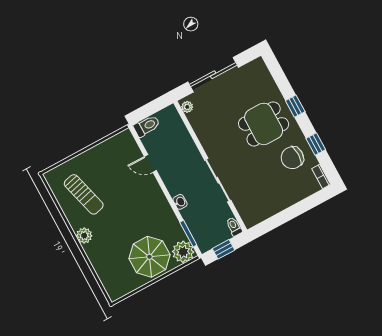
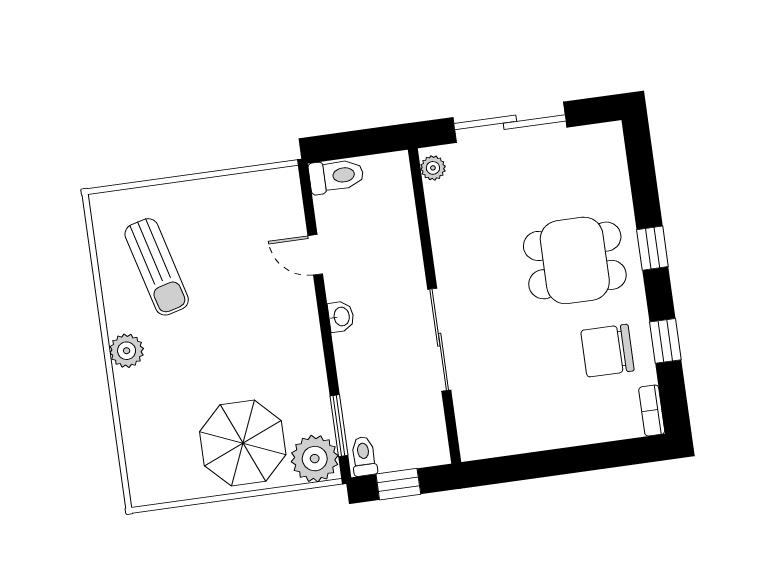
washbasin: (180, 202) -> (341, 317), moved
toilet: (234, 227) -> (364, 456), moved

